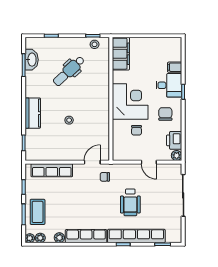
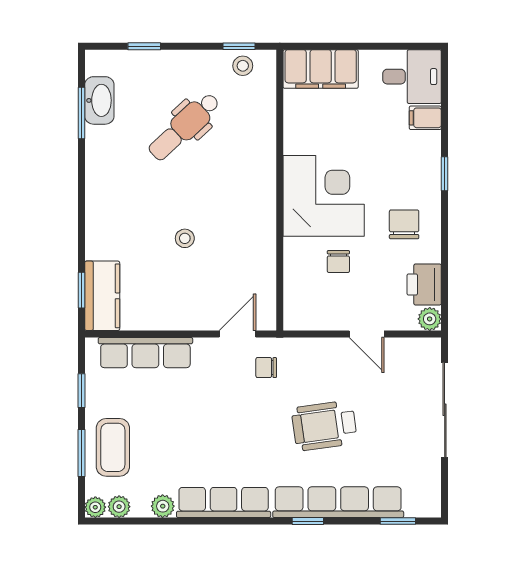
filing cabinet: (121, 54) -> (321, 69), moved, turned 90
desk: (169, 85) -> (412, 77), moved
kitchen counter: (33, 113) -> (102, 296), moved
wheelchair: (130, 202) -> (324, 426), turned 82

